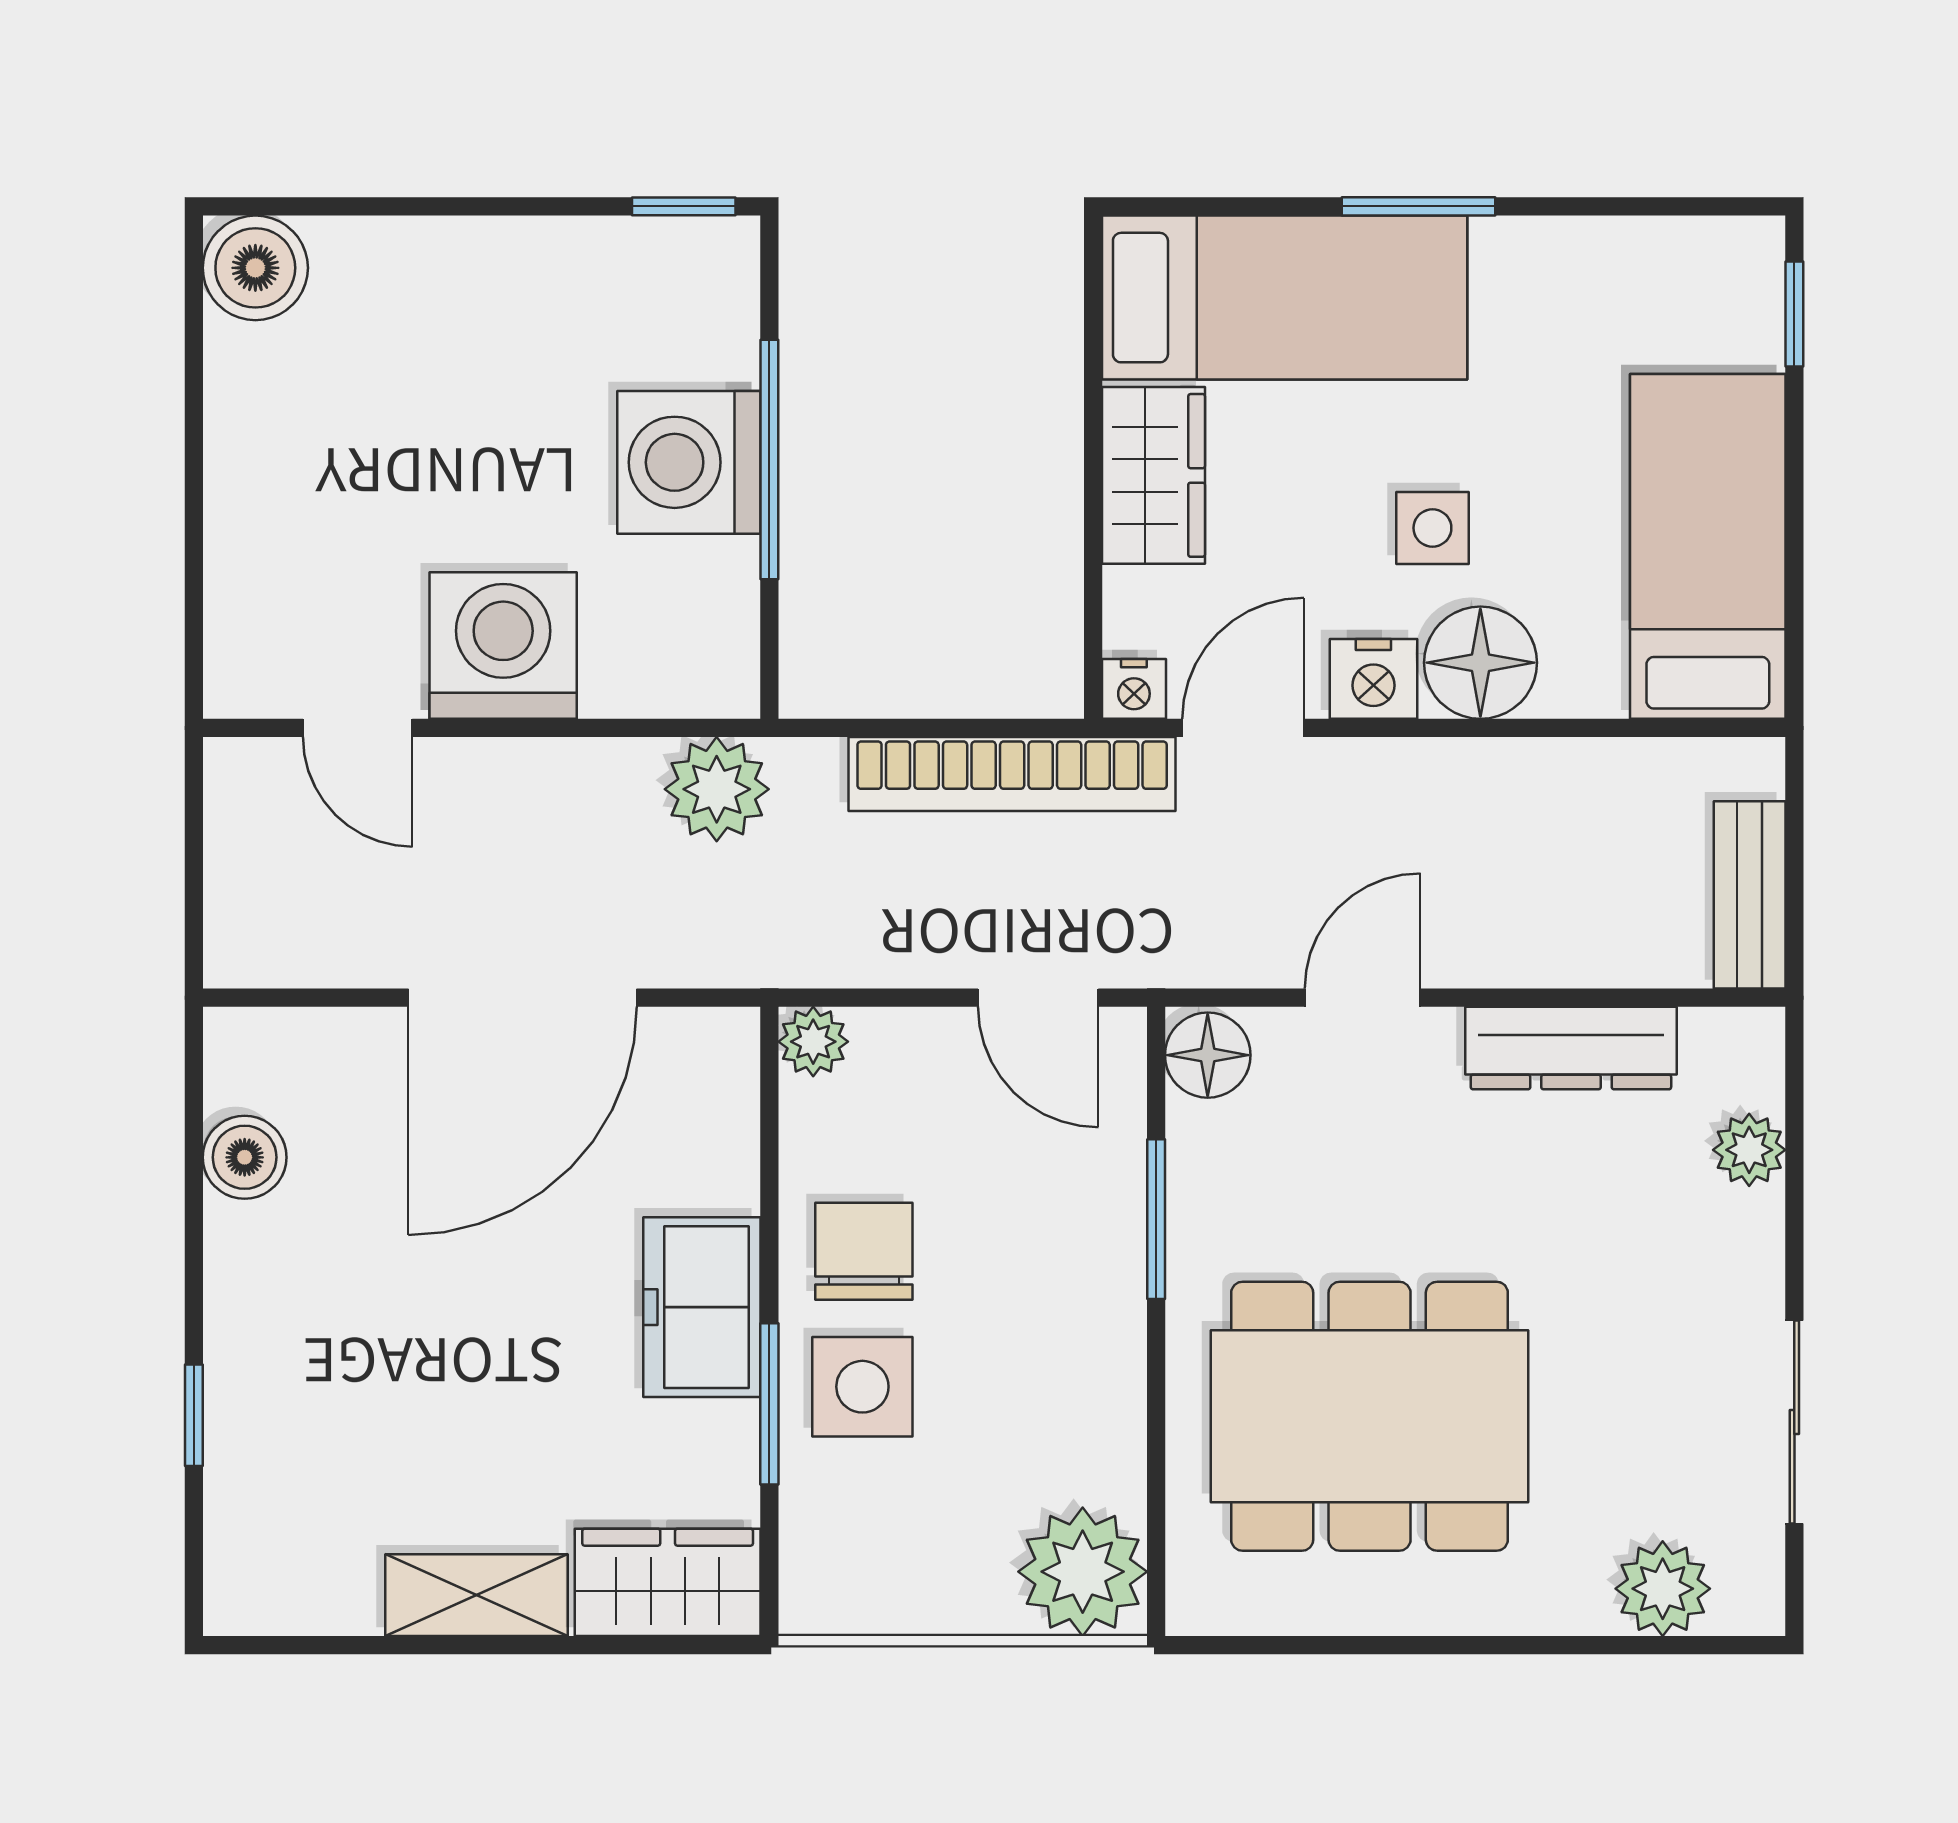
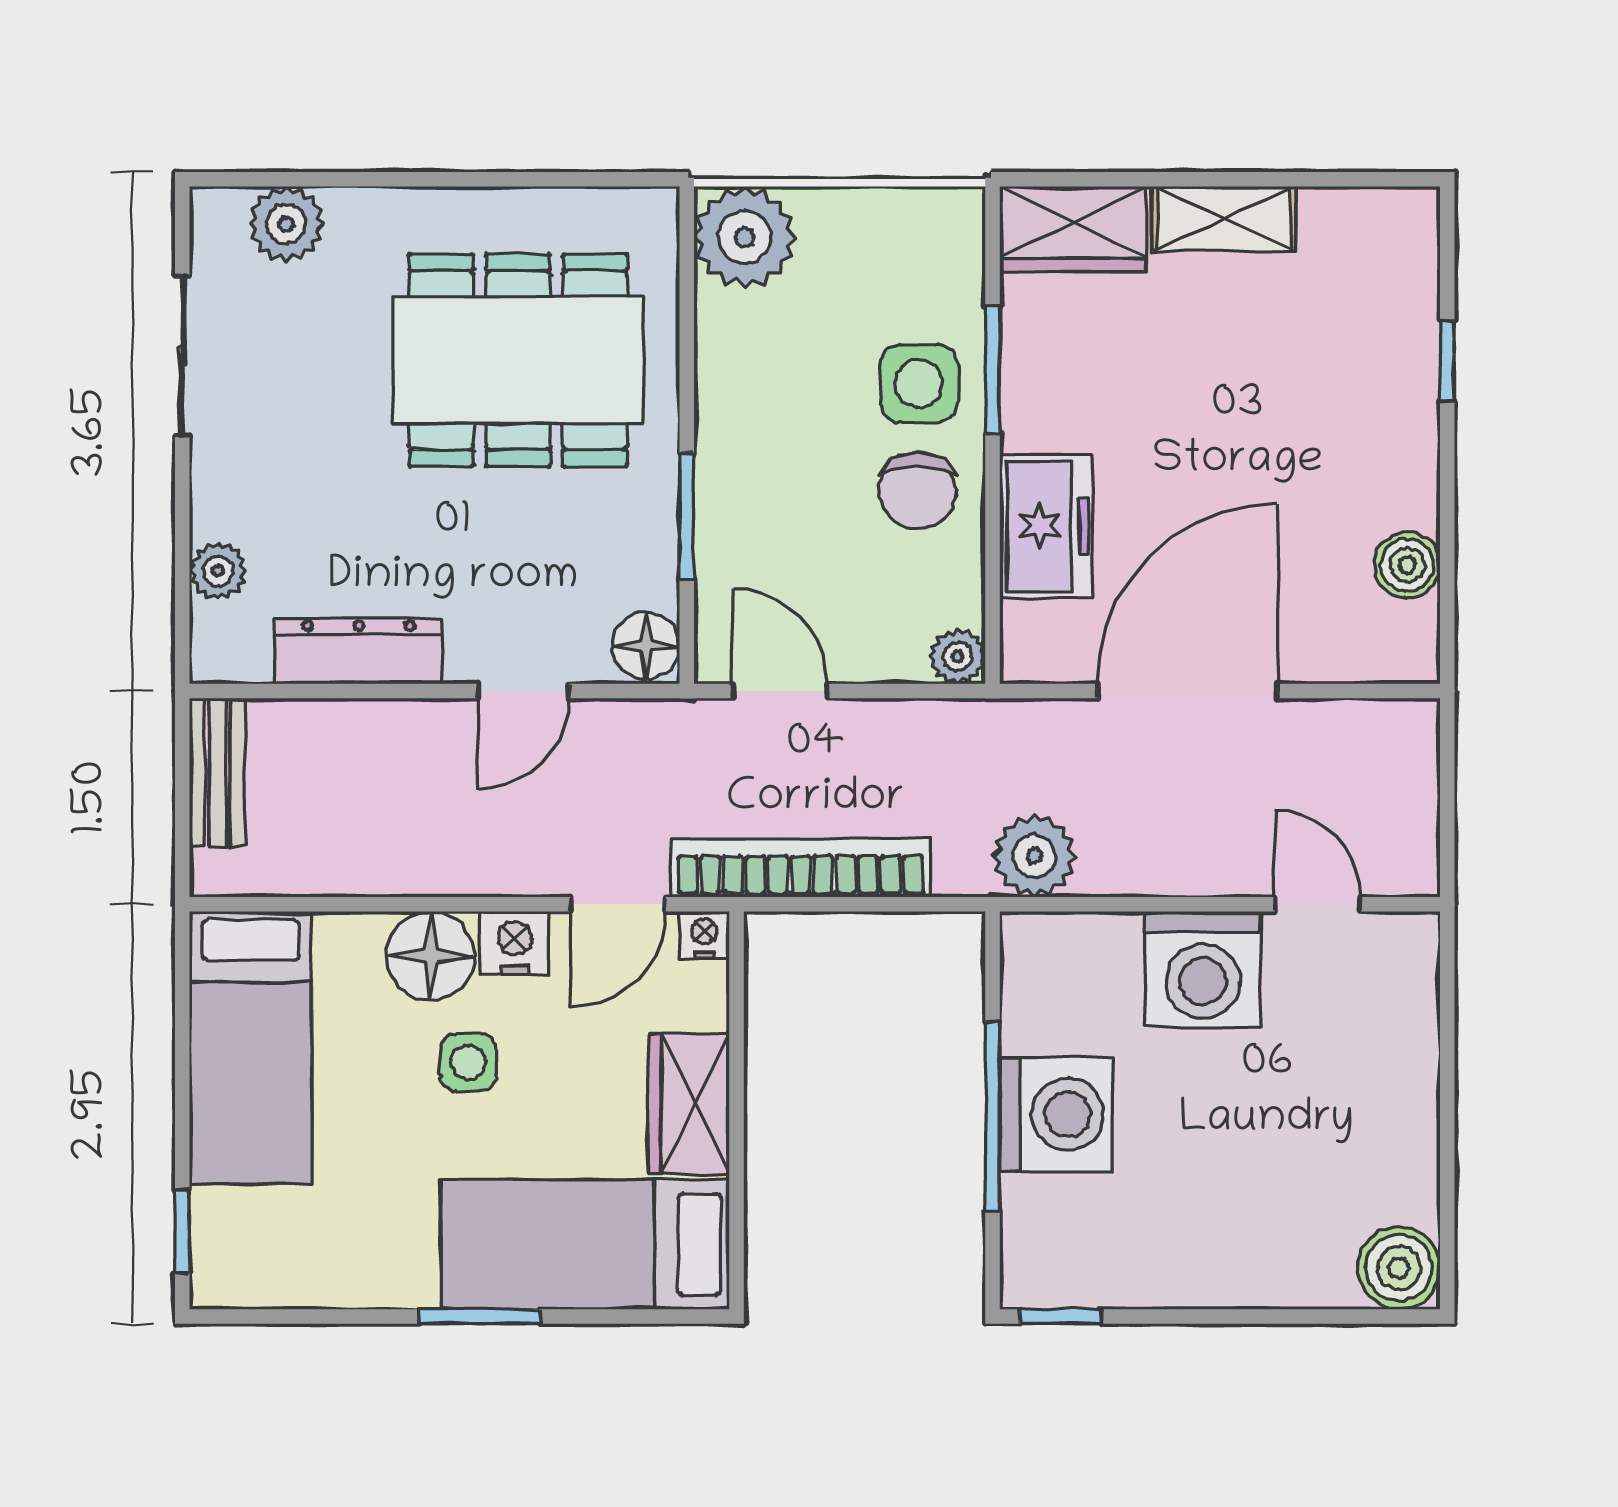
freezer: (702, 1307) -> (1046, 526), moved

